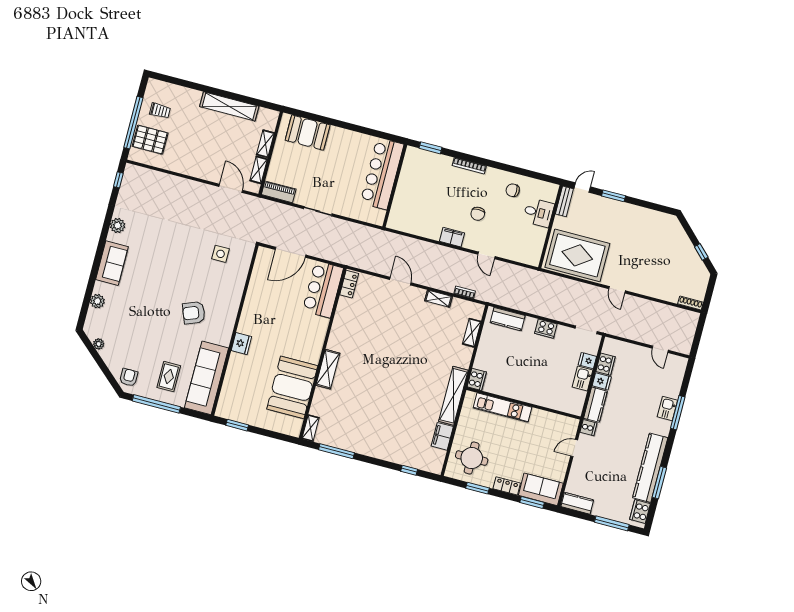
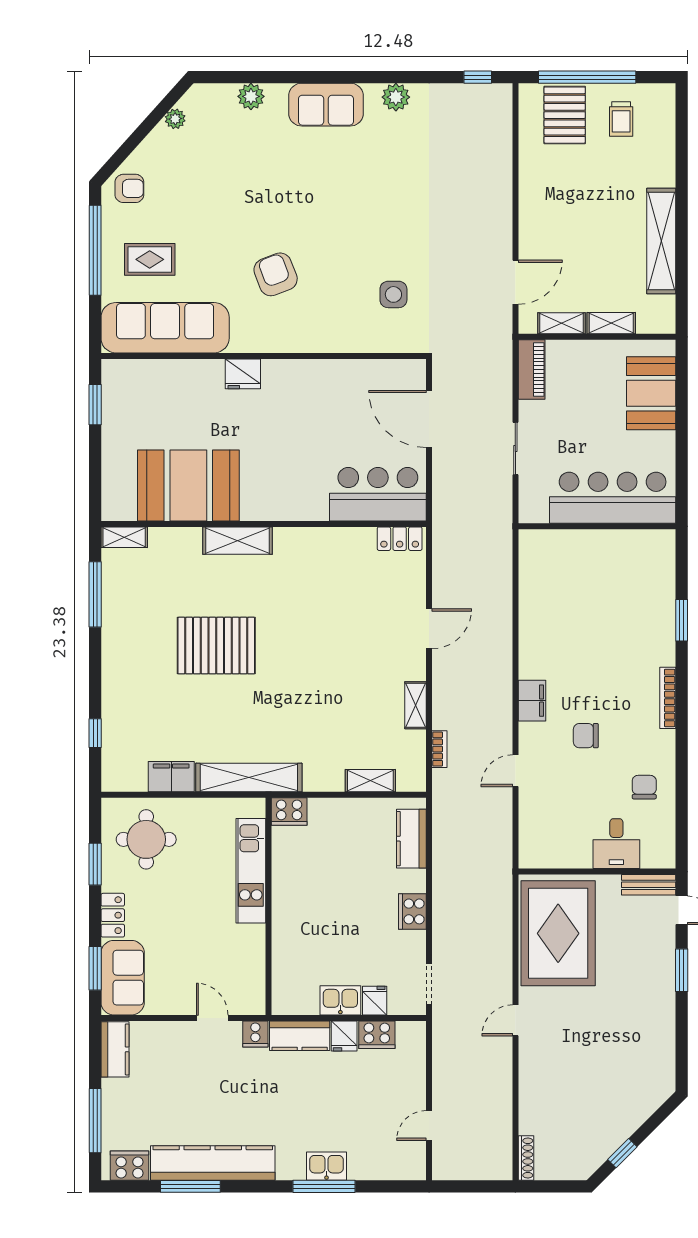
bar counter: (382, 174) -> (613, 498), moved
wall: (395, 186) -> (597, 526), moved
pallet: (380, 395) -> (216, 646), added

